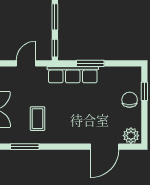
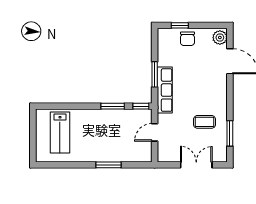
door: (26, 63) -> (155, 132), hinge flipped
chair: (130, 100) -> (187, 39), turned -90

